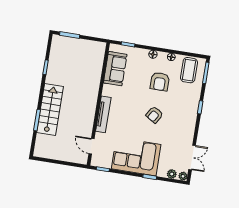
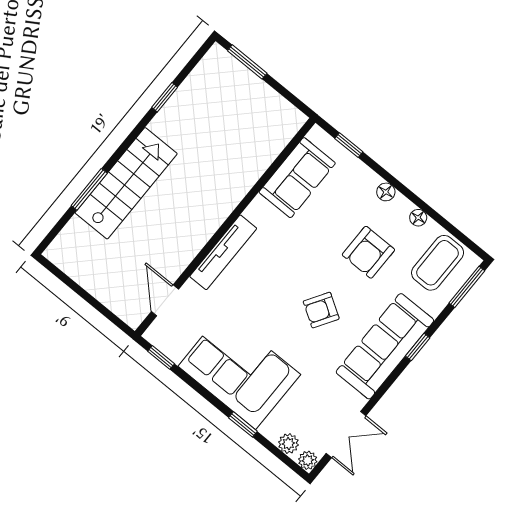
sofa: (187, 114) -> (385, 346), added

